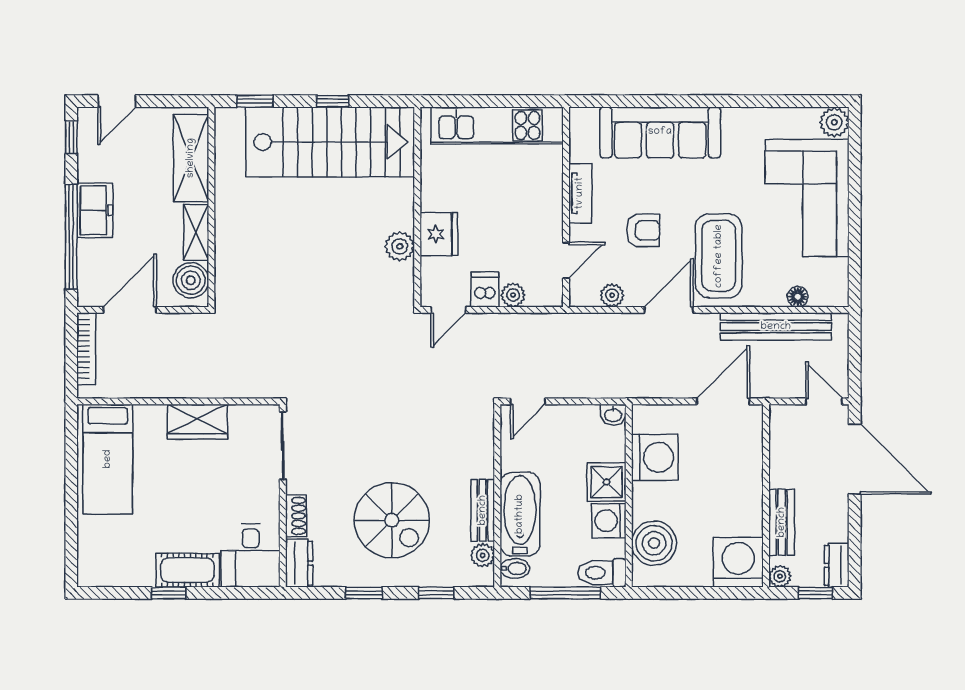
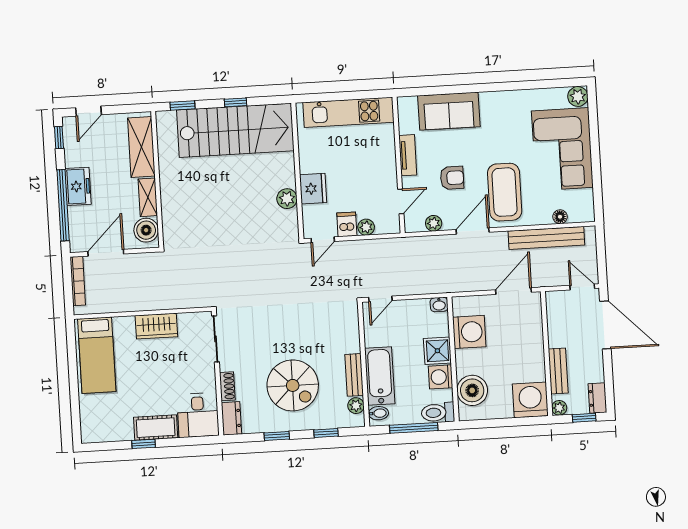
sofa: (660, 132) -> (449, 111), width x0.73

